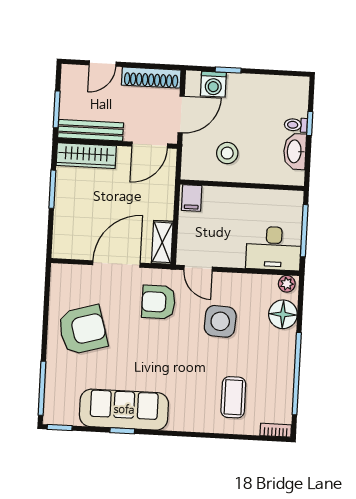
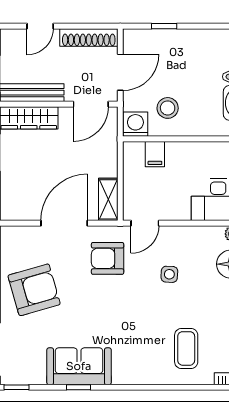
washing machine: (213, 84) -> (135, 124), moved, turned 180
filing cabinet: (192, 198) -> (155, 154), moved
door: (198, 268) -> (145, 223), hinge flipped
side table: (220, 321) -> (169, 274), width x0.54, depth x0.54
sofa: (124, 410) -> (79, 366), width x0.73

